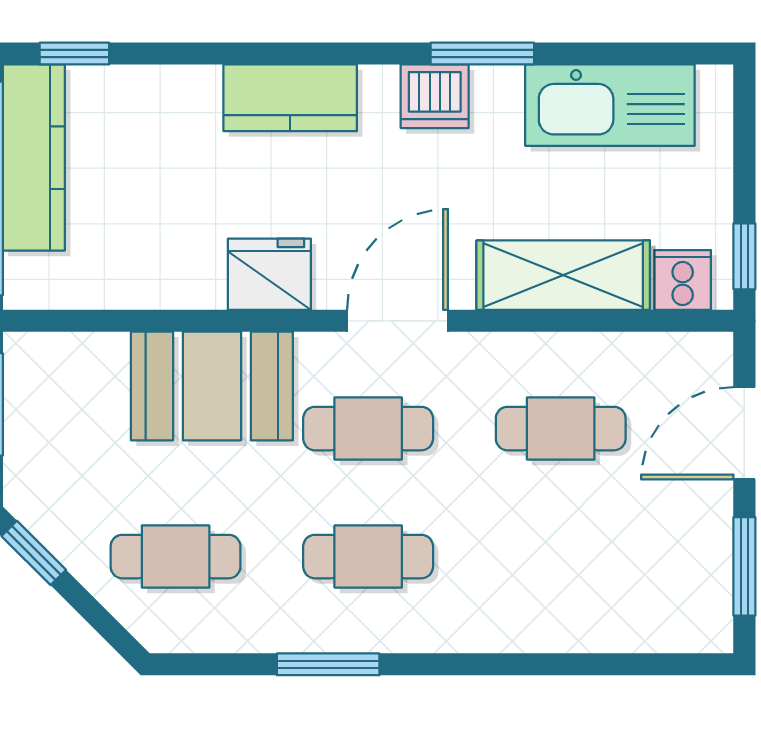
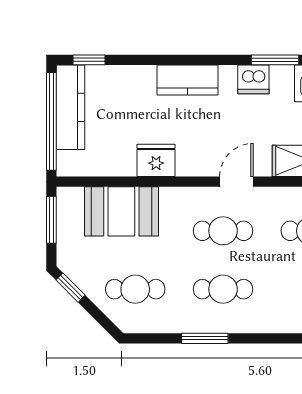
fridge: (269, 274) -> (156, 160), moved
door: (398, 321) -> (236, 182), width x0.73
booth: (212, 386) -> (121, 211), moved

